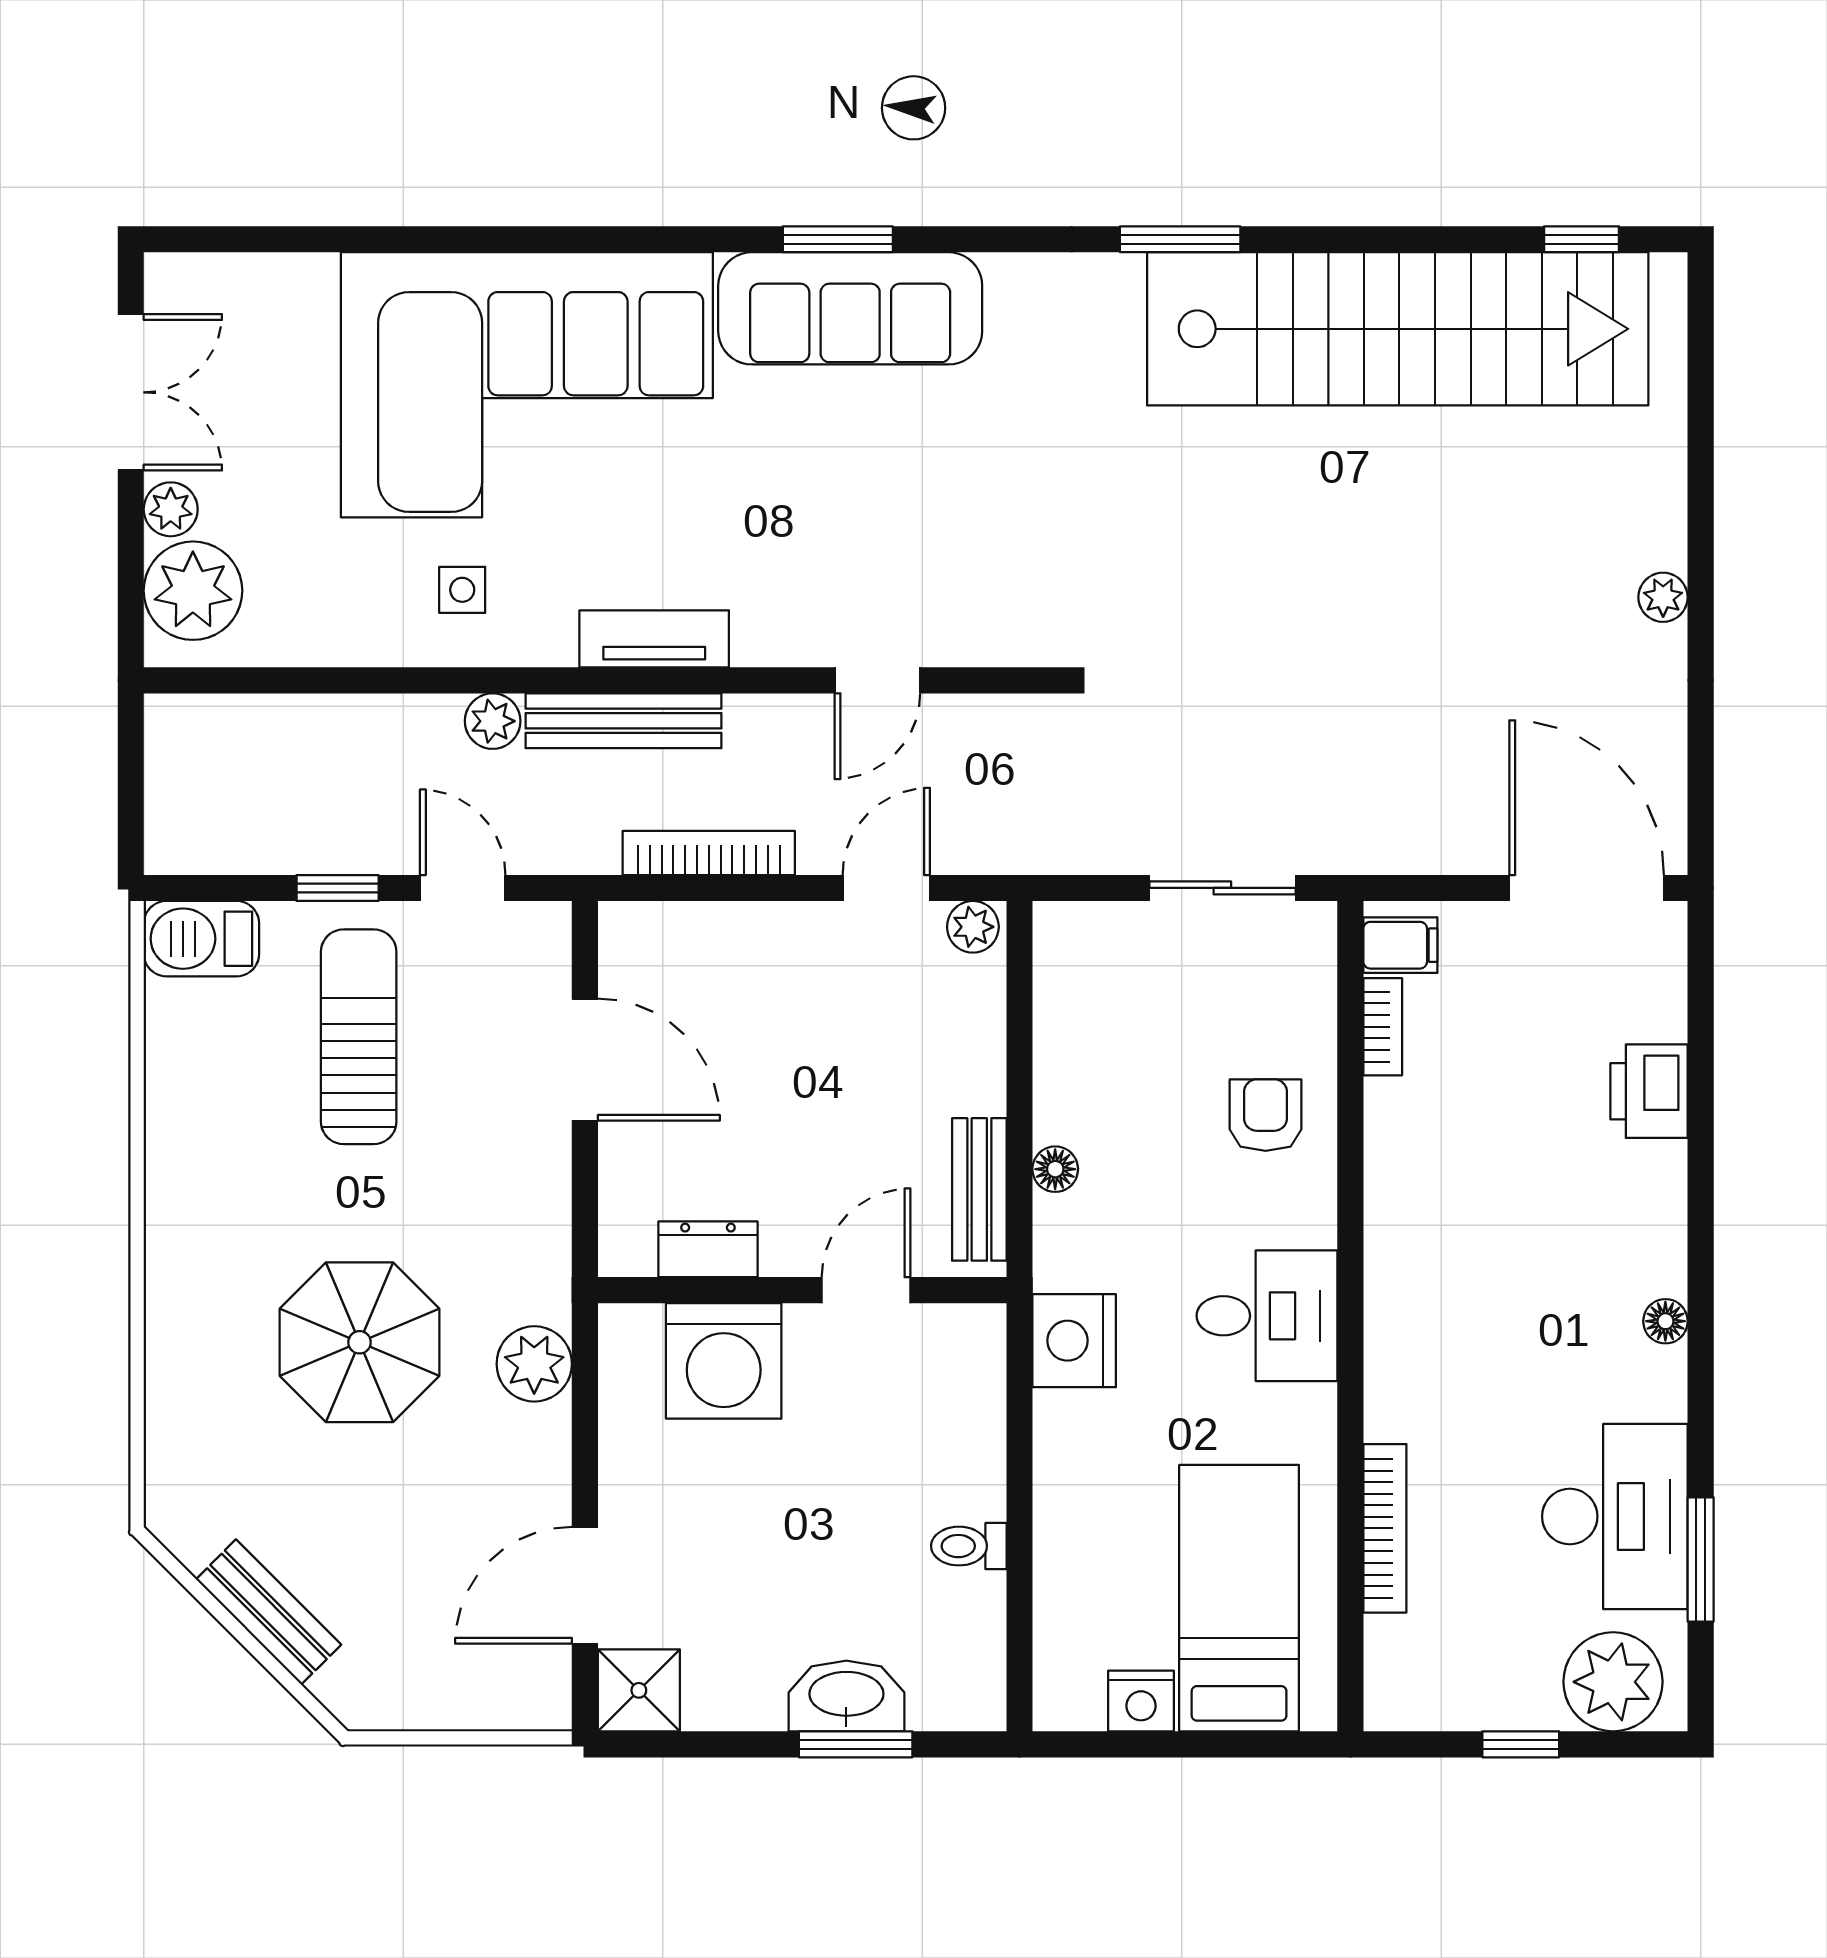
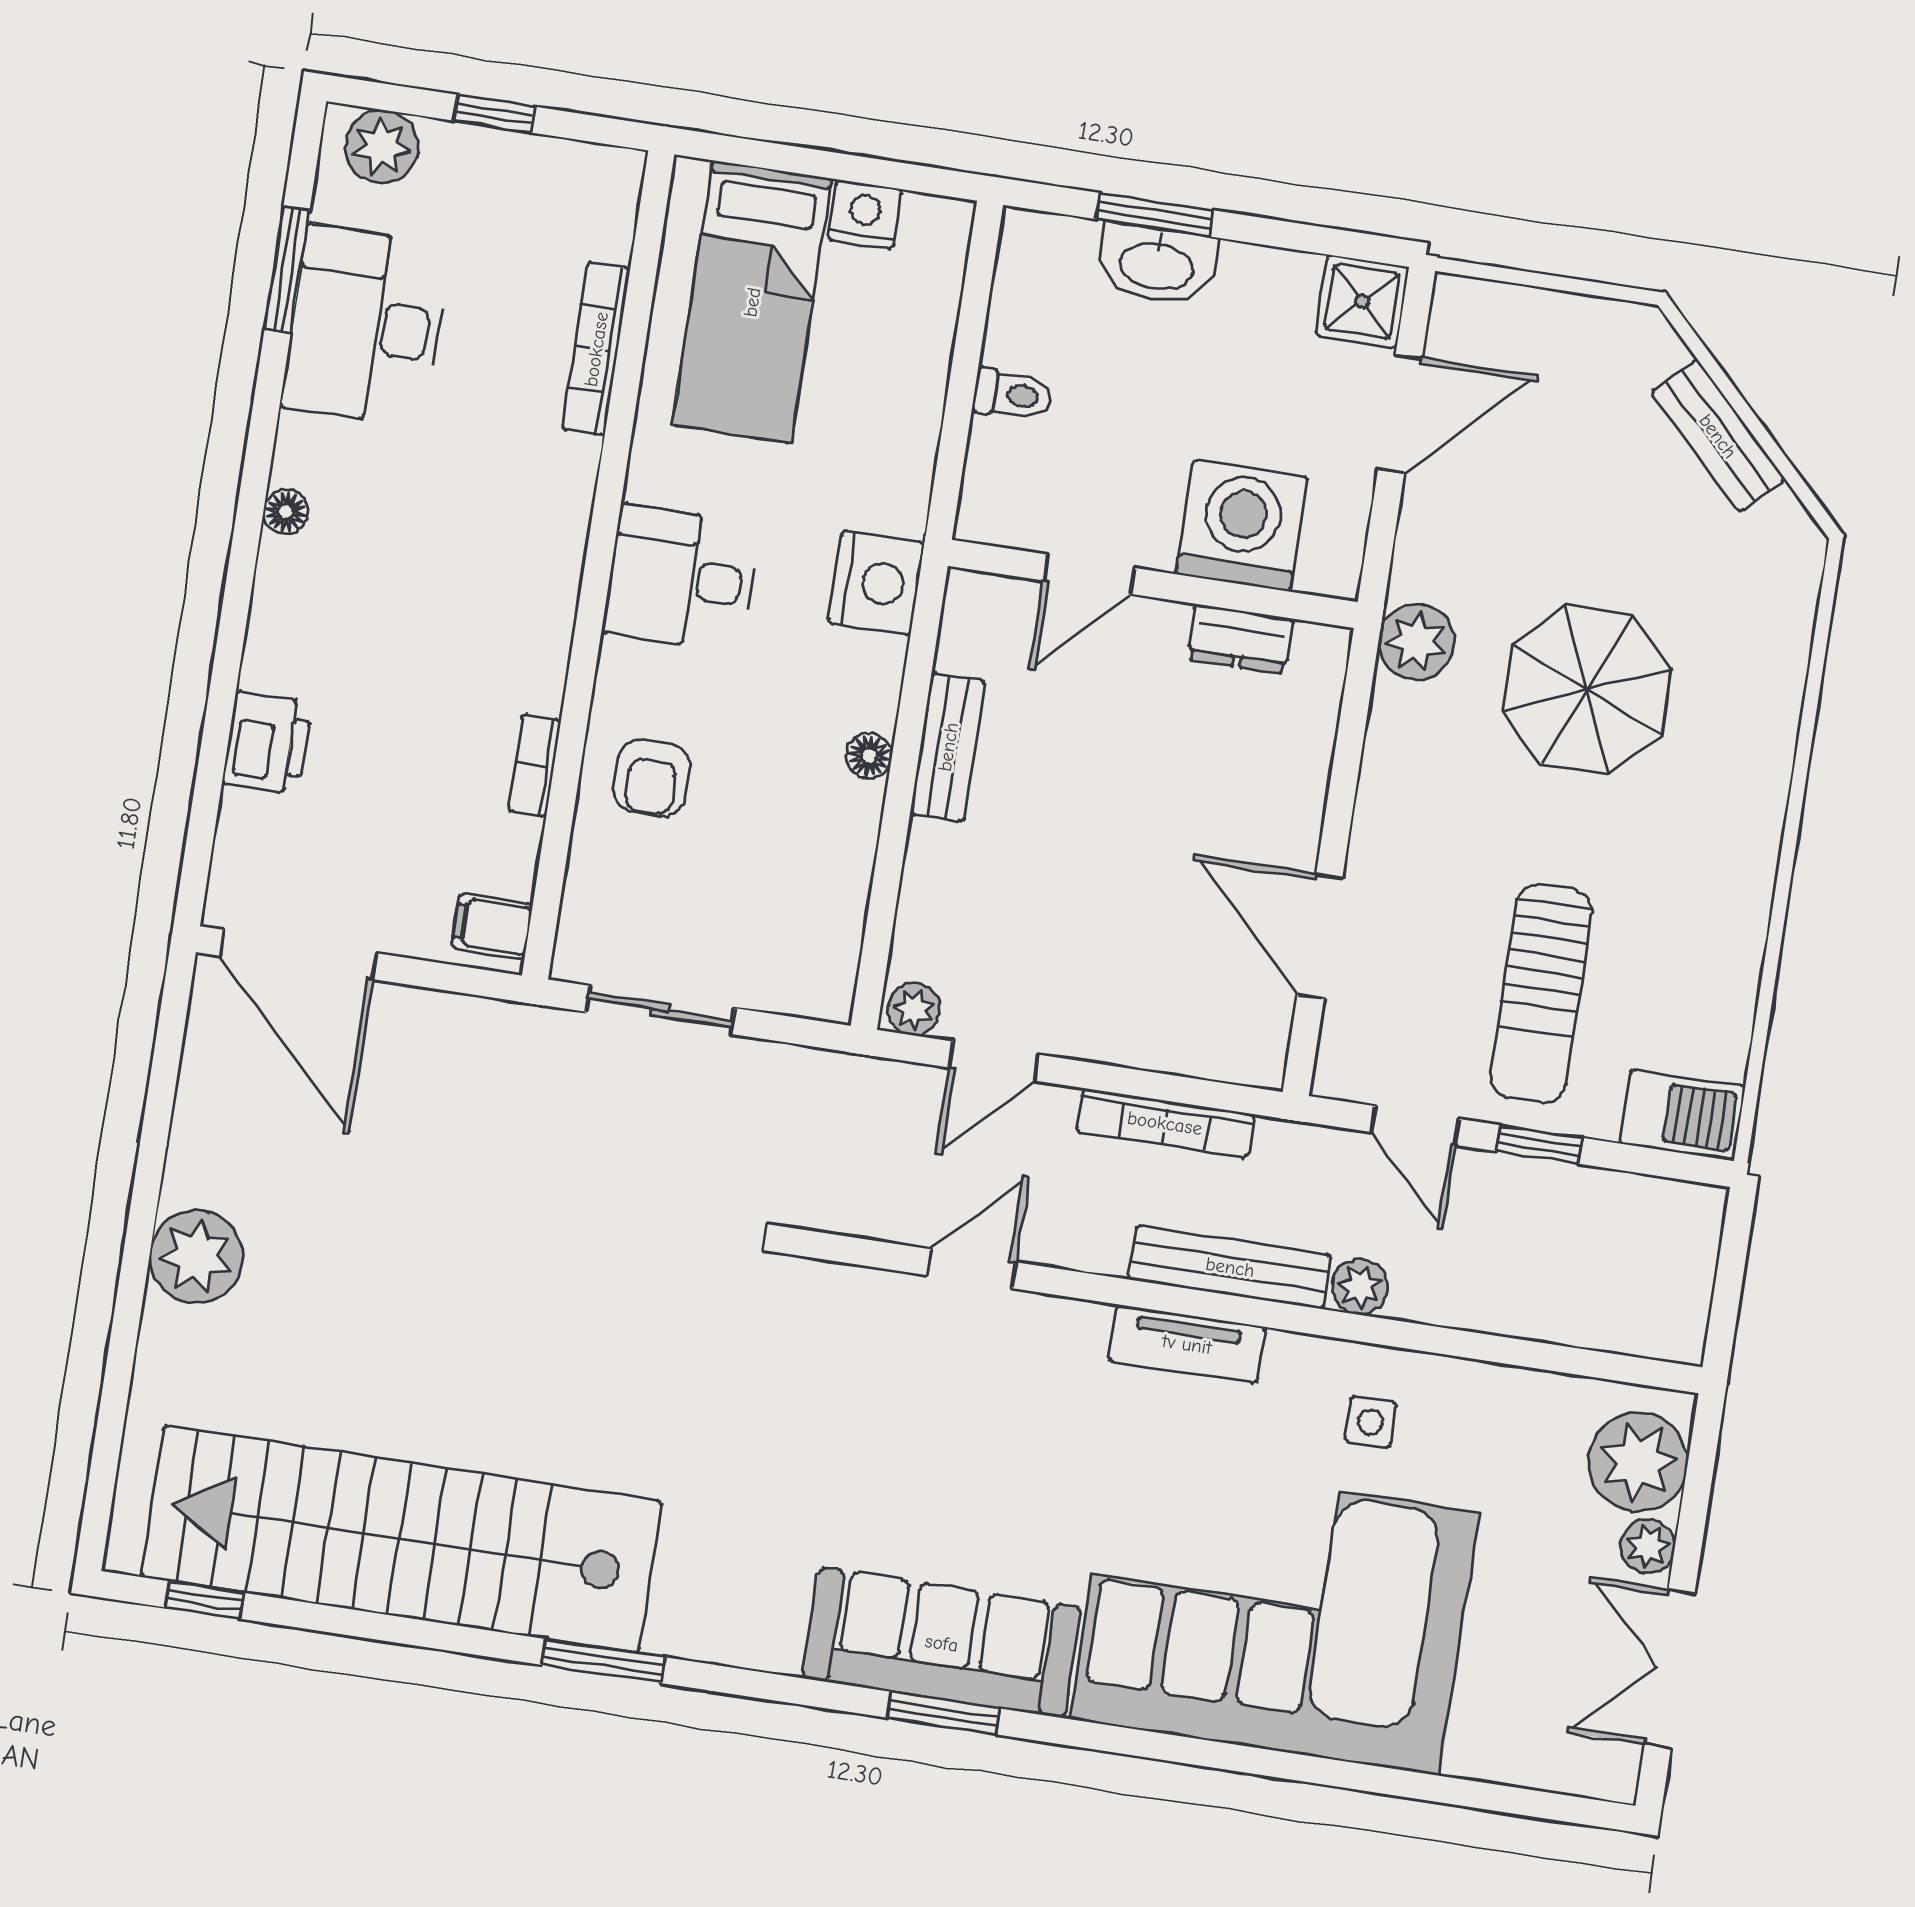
plant: (1663, 597) -> (196, 1257), width x1.87, depth x1.87
bookcase: (1383, 1027) -> (535, 765), moved
dresser: (708, 1249) -> (1240, 639), moved
wall: (802, 1290) -> (1153, 584), moved
door: (866, 1290) -> (1089, 574), moved
washing machine: (724, 1361) -> (1241, 526), moved
plant: (1613, 1682) -> (382, 147), width x0.73, depth x0.73

